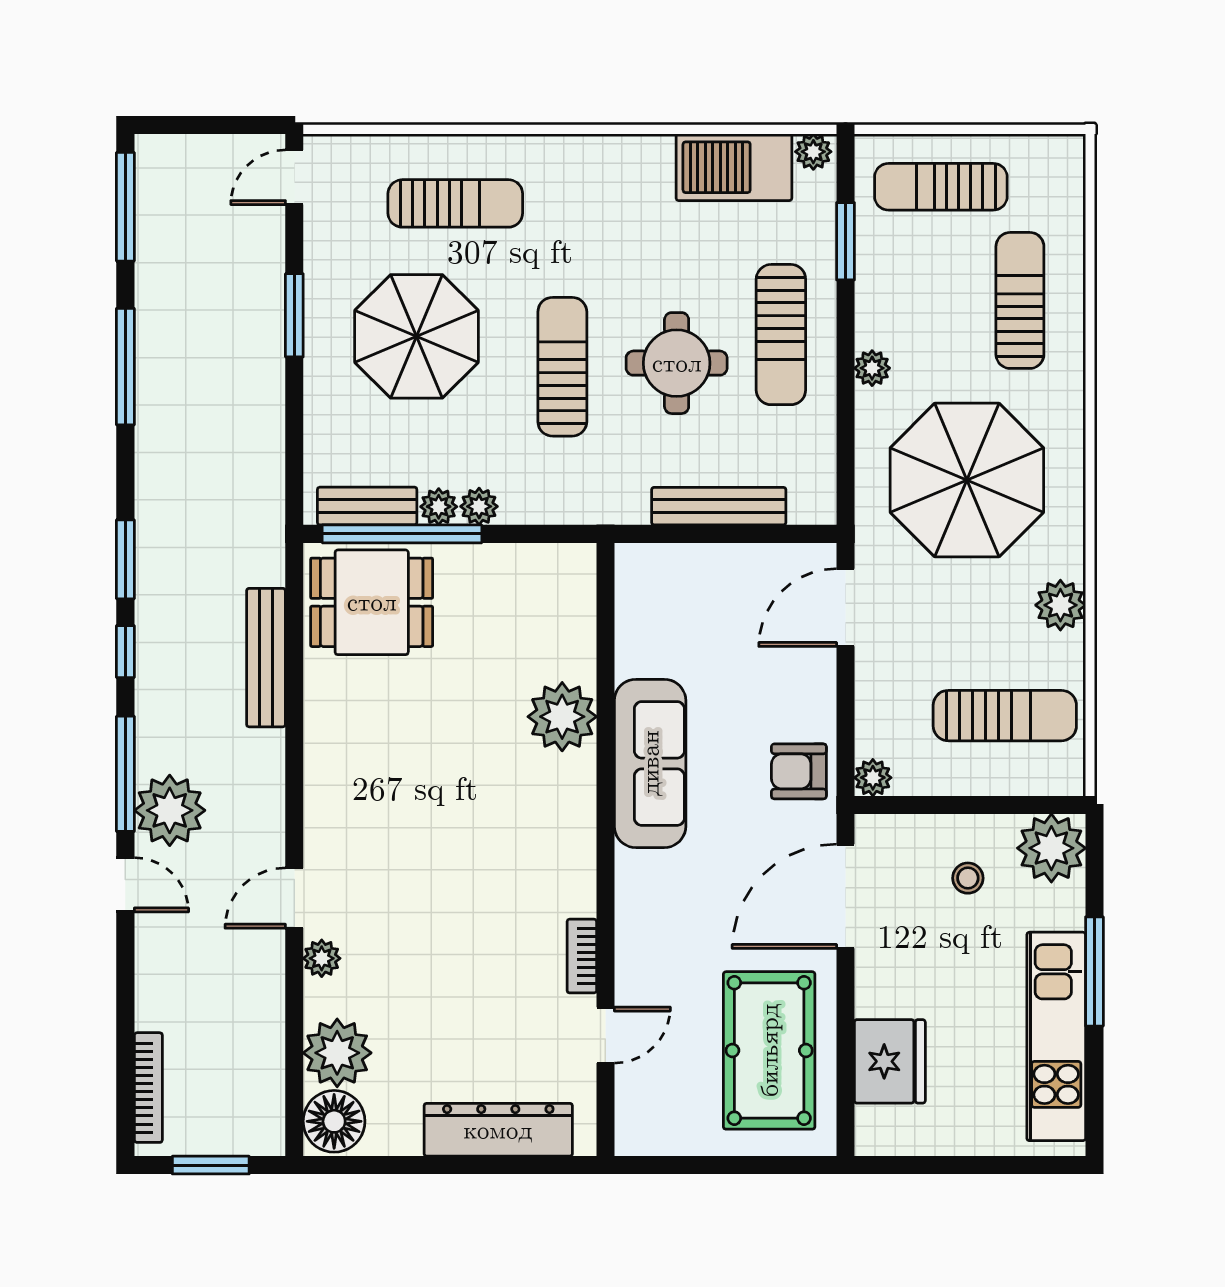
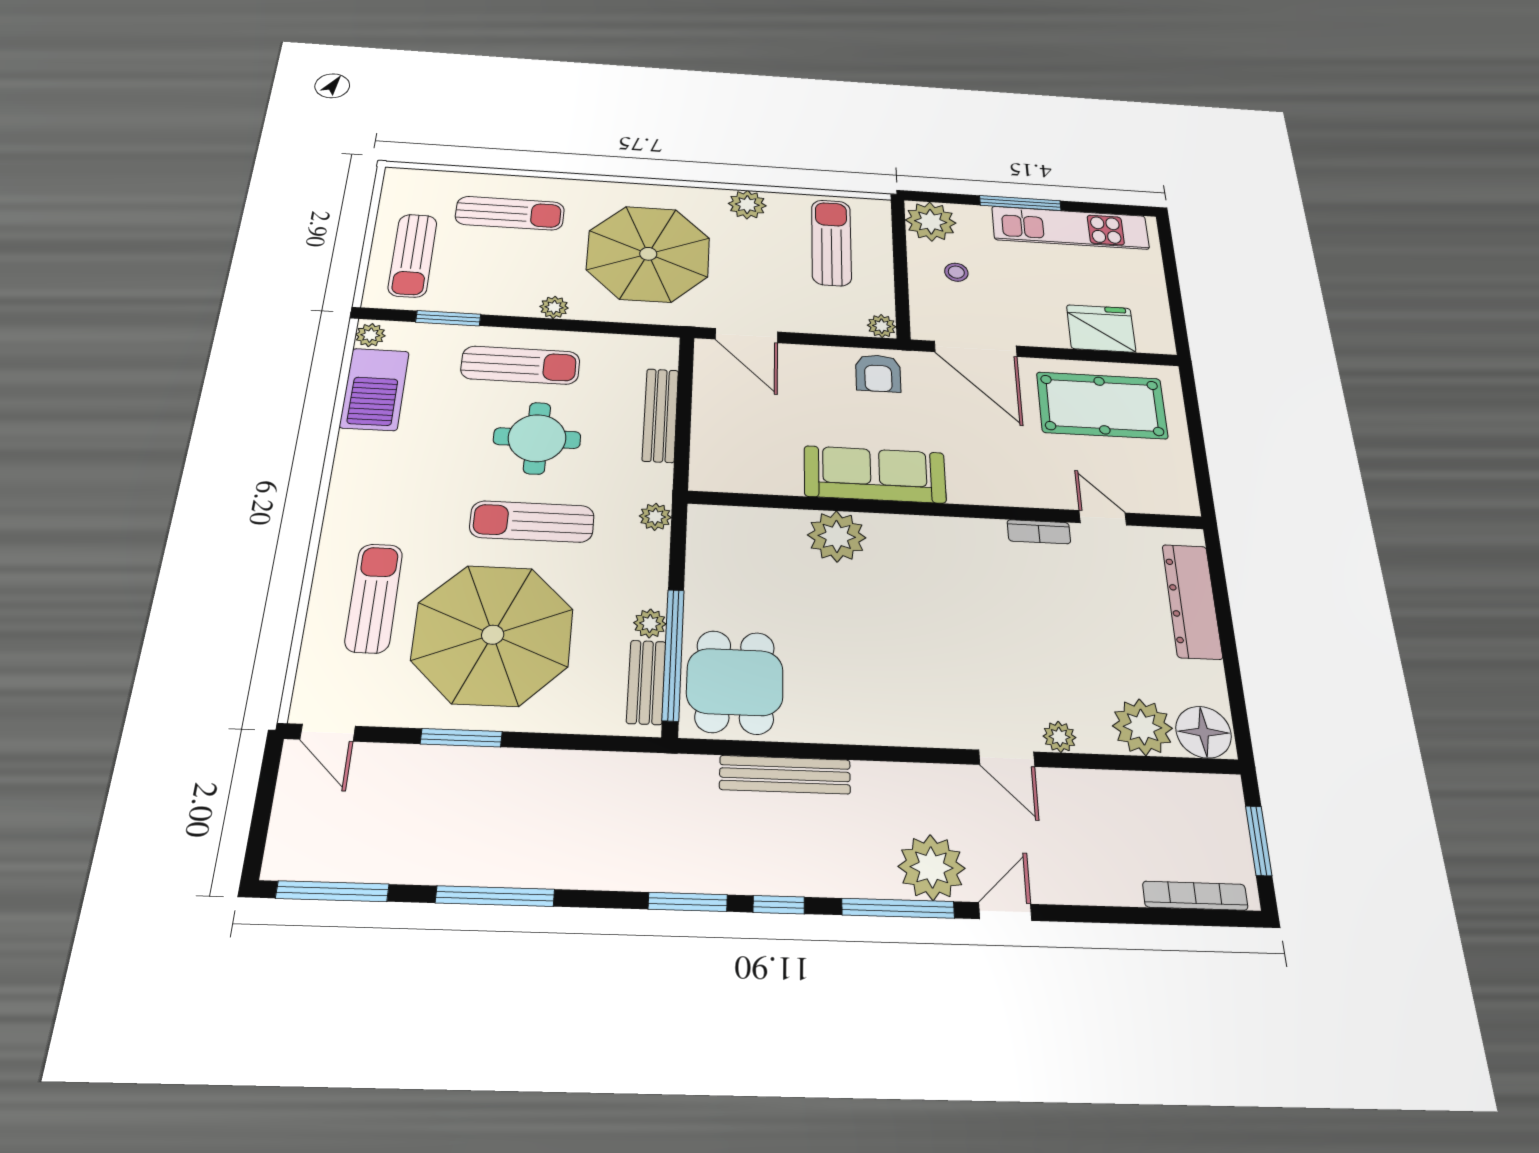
sun lounger: (1020, 300) -> (510, 213), turned 180
parasol: (416, 336) -> (493, 635), width x1.36, depth x1.36
plant: (479, 506) -> (655, 517), moved

